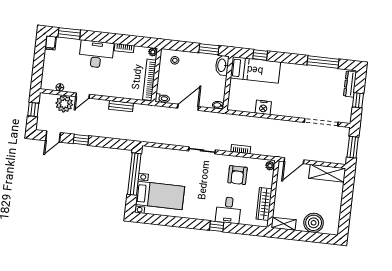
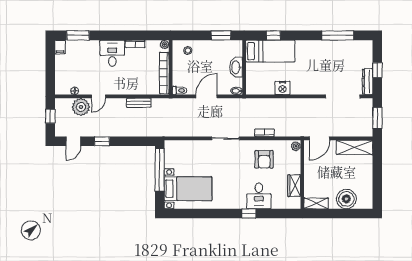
desk: (96, 54) -> (112, 53), width x0.73
washbasin: (222, 65) -> (236, 67), moved
dresser: (350, 84) -> (368, 82), moved
wardrobe: (264, 204) -> (294, 186), width x0.67

